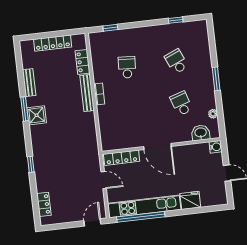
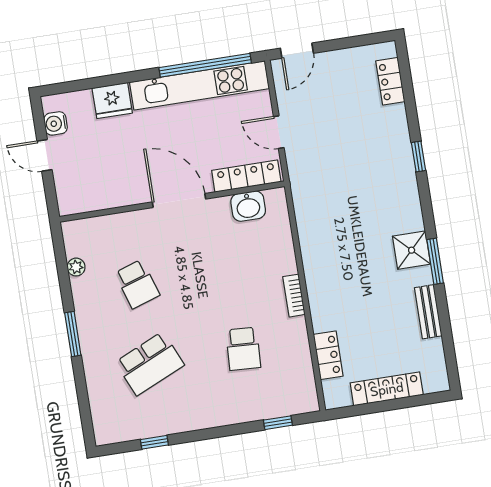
school desk: (176, 61) -> (150, 364), width x1.85
bench: (87, 93) -> (317, 297), removed
washbasin: (201, 133) -> (248, 206), moved
water cooler: (216, 147) -> (56, 123), moved

